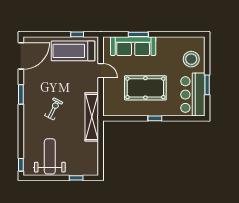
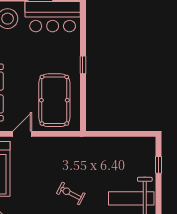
pool table: (145, 88) -> (54, 100), moved
shelving: (92, 117) -> (81, 145), removed

